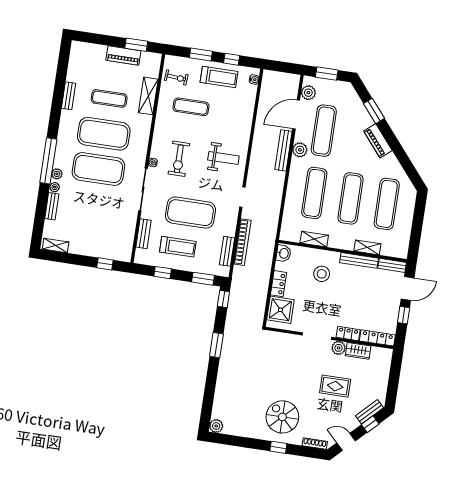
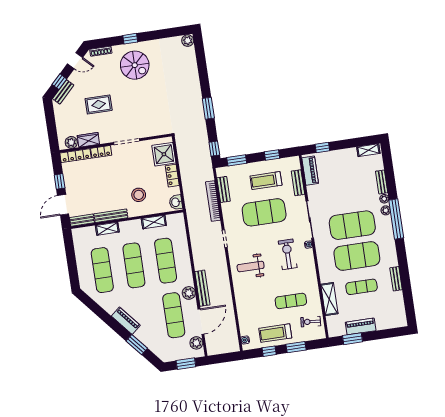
piano: (126, 243) -> (310, 171), added
plant: (339, 348) -> (71, 142), moved

